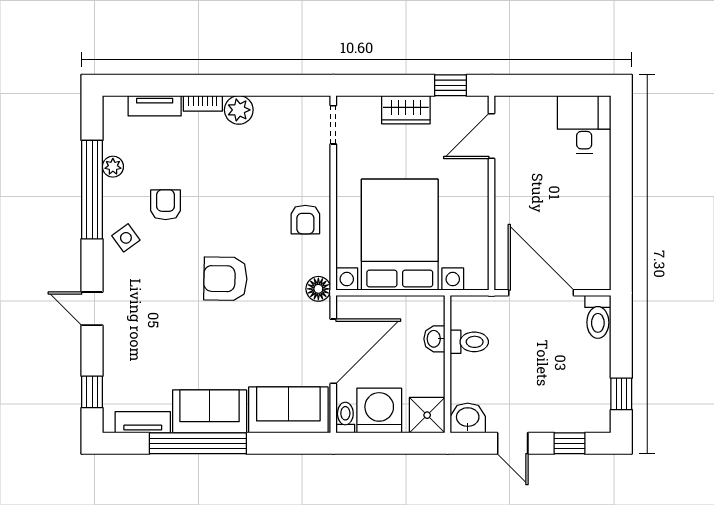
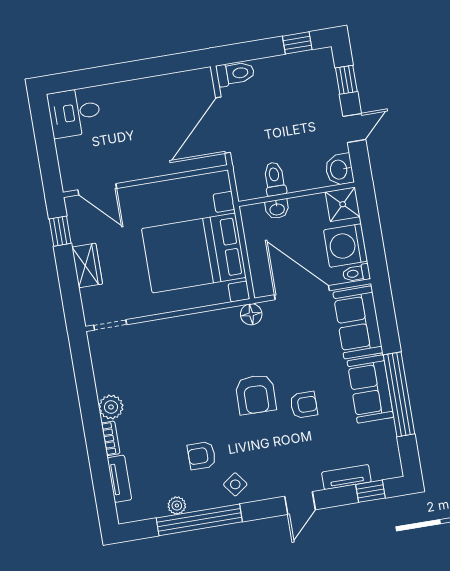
armchair: (305, 220) -> (304, 405), moved
tv unit: (143, 422) -> (346, 477), moved, turned 90

